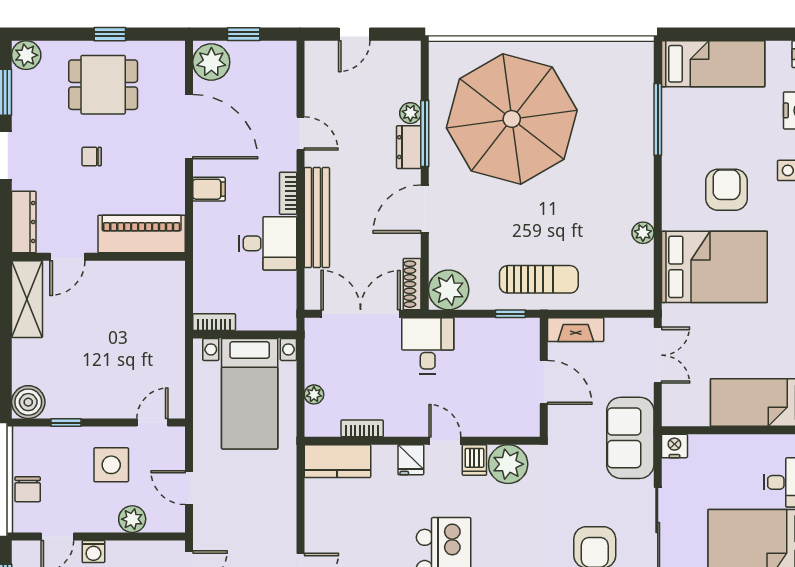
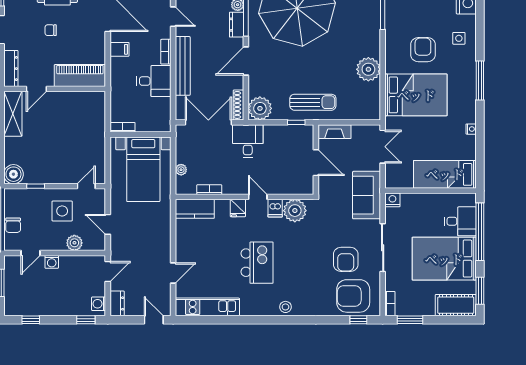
plant: (643, 233) -> (368, 69), width x1.88, depth x1.88

